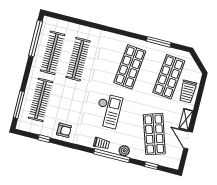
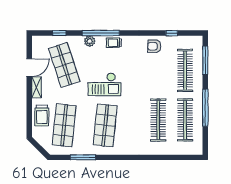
window: (36, 38) -> (205, 108), moved
trolley: (188, 91) -> (42, 116), turned 180
checkout: (108, 111) -> (105, 84), moved, turned -90
door: (188, 140) -> (29, 68), hinge flipped

